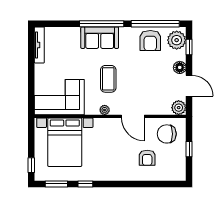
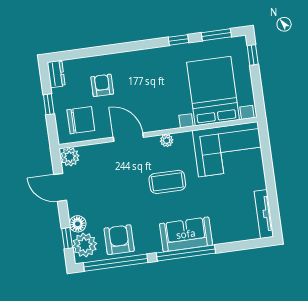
floor lamp: (180, 67) -> (78, 224), moved
coffee table: (108, 79) -> (167, 182), turned 90
dresser: (180, 171) -> (56, 74), added

